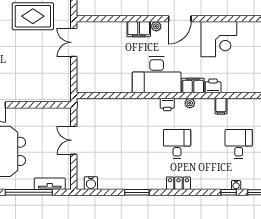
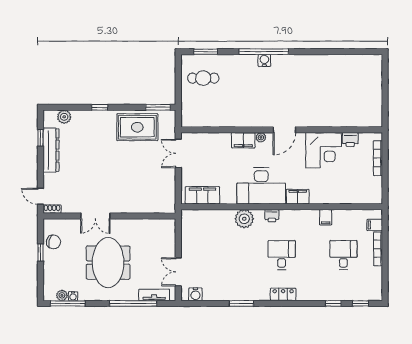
filing cabinet: (98, 84) -> (202, 195), added
printer: (213, 86) -> (350, 140), moved, turned 180
plant: (190, 103) -> (244, 219), moved, width x1.88, depth x1.88
double door: (74, 140) -> (178, 272), moved
water cooler: (236, 185) -> (341, 296), removed

